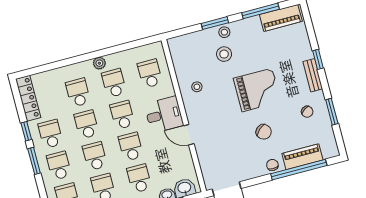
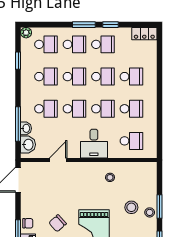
plant: (99, 63) -> (151, 101), removed
locker: (28, 98) -> (144, 34), width x0.66
door: (189, 135) -> (58, 160), moved

